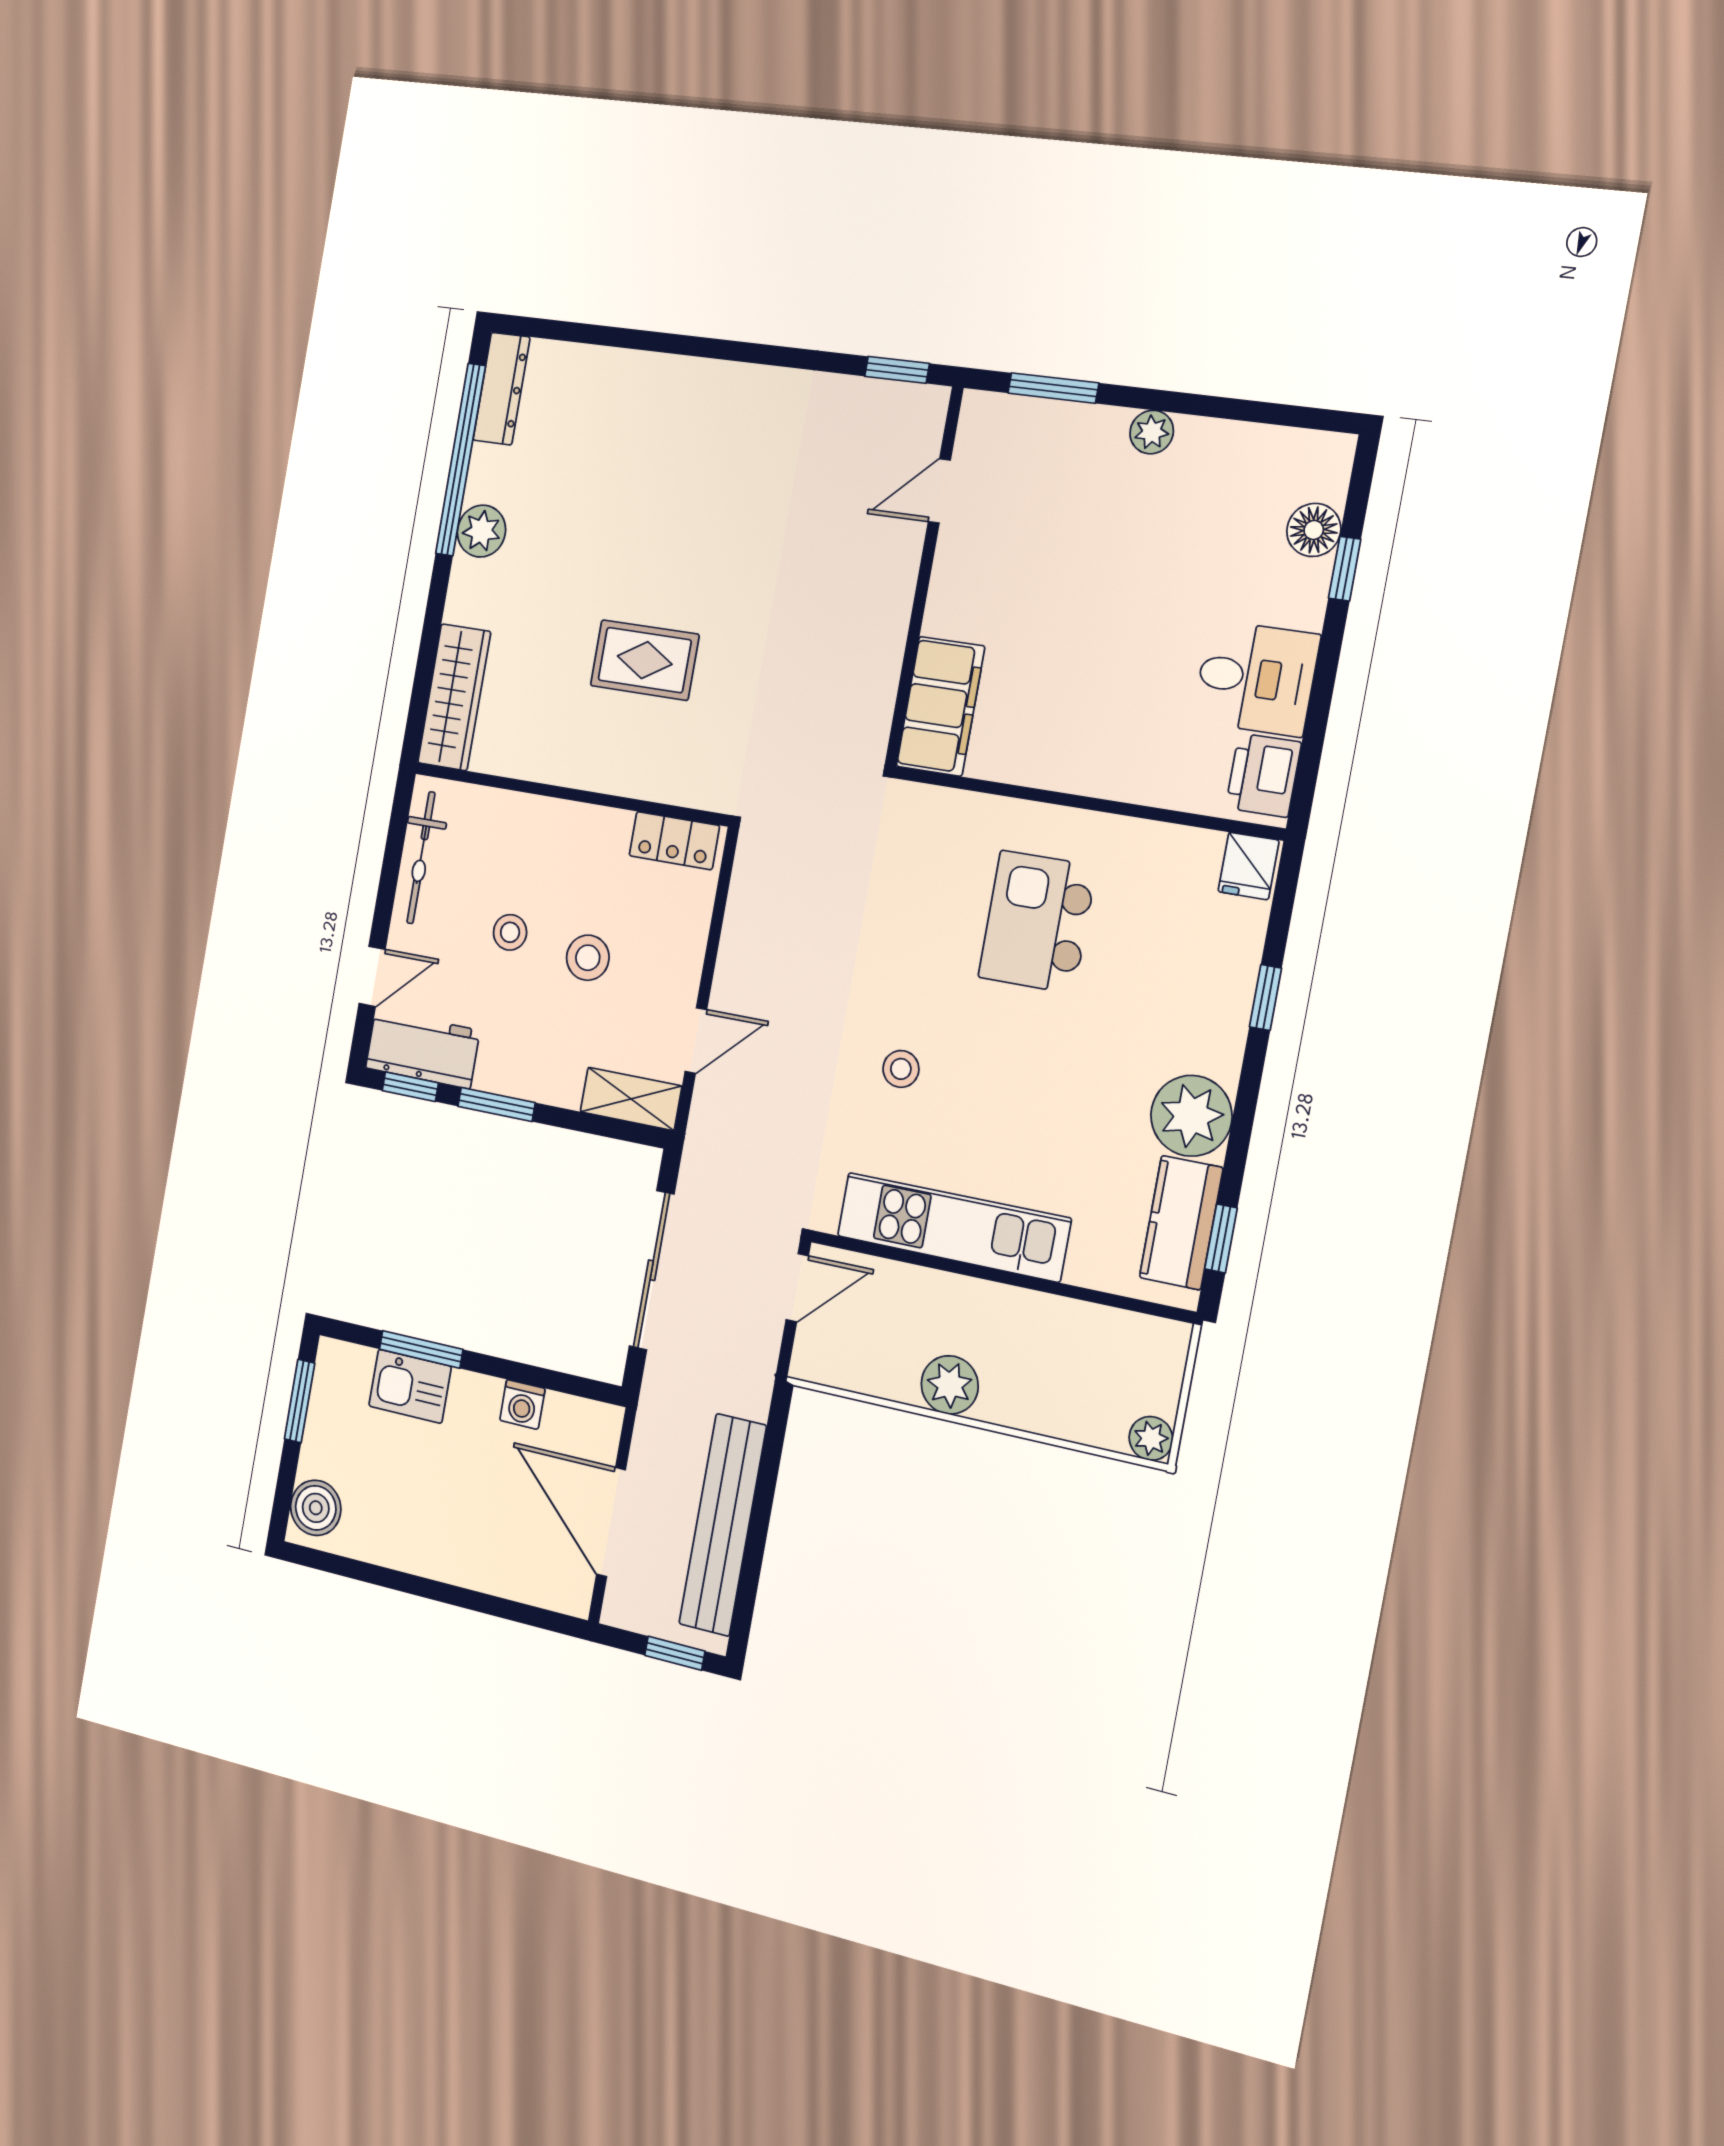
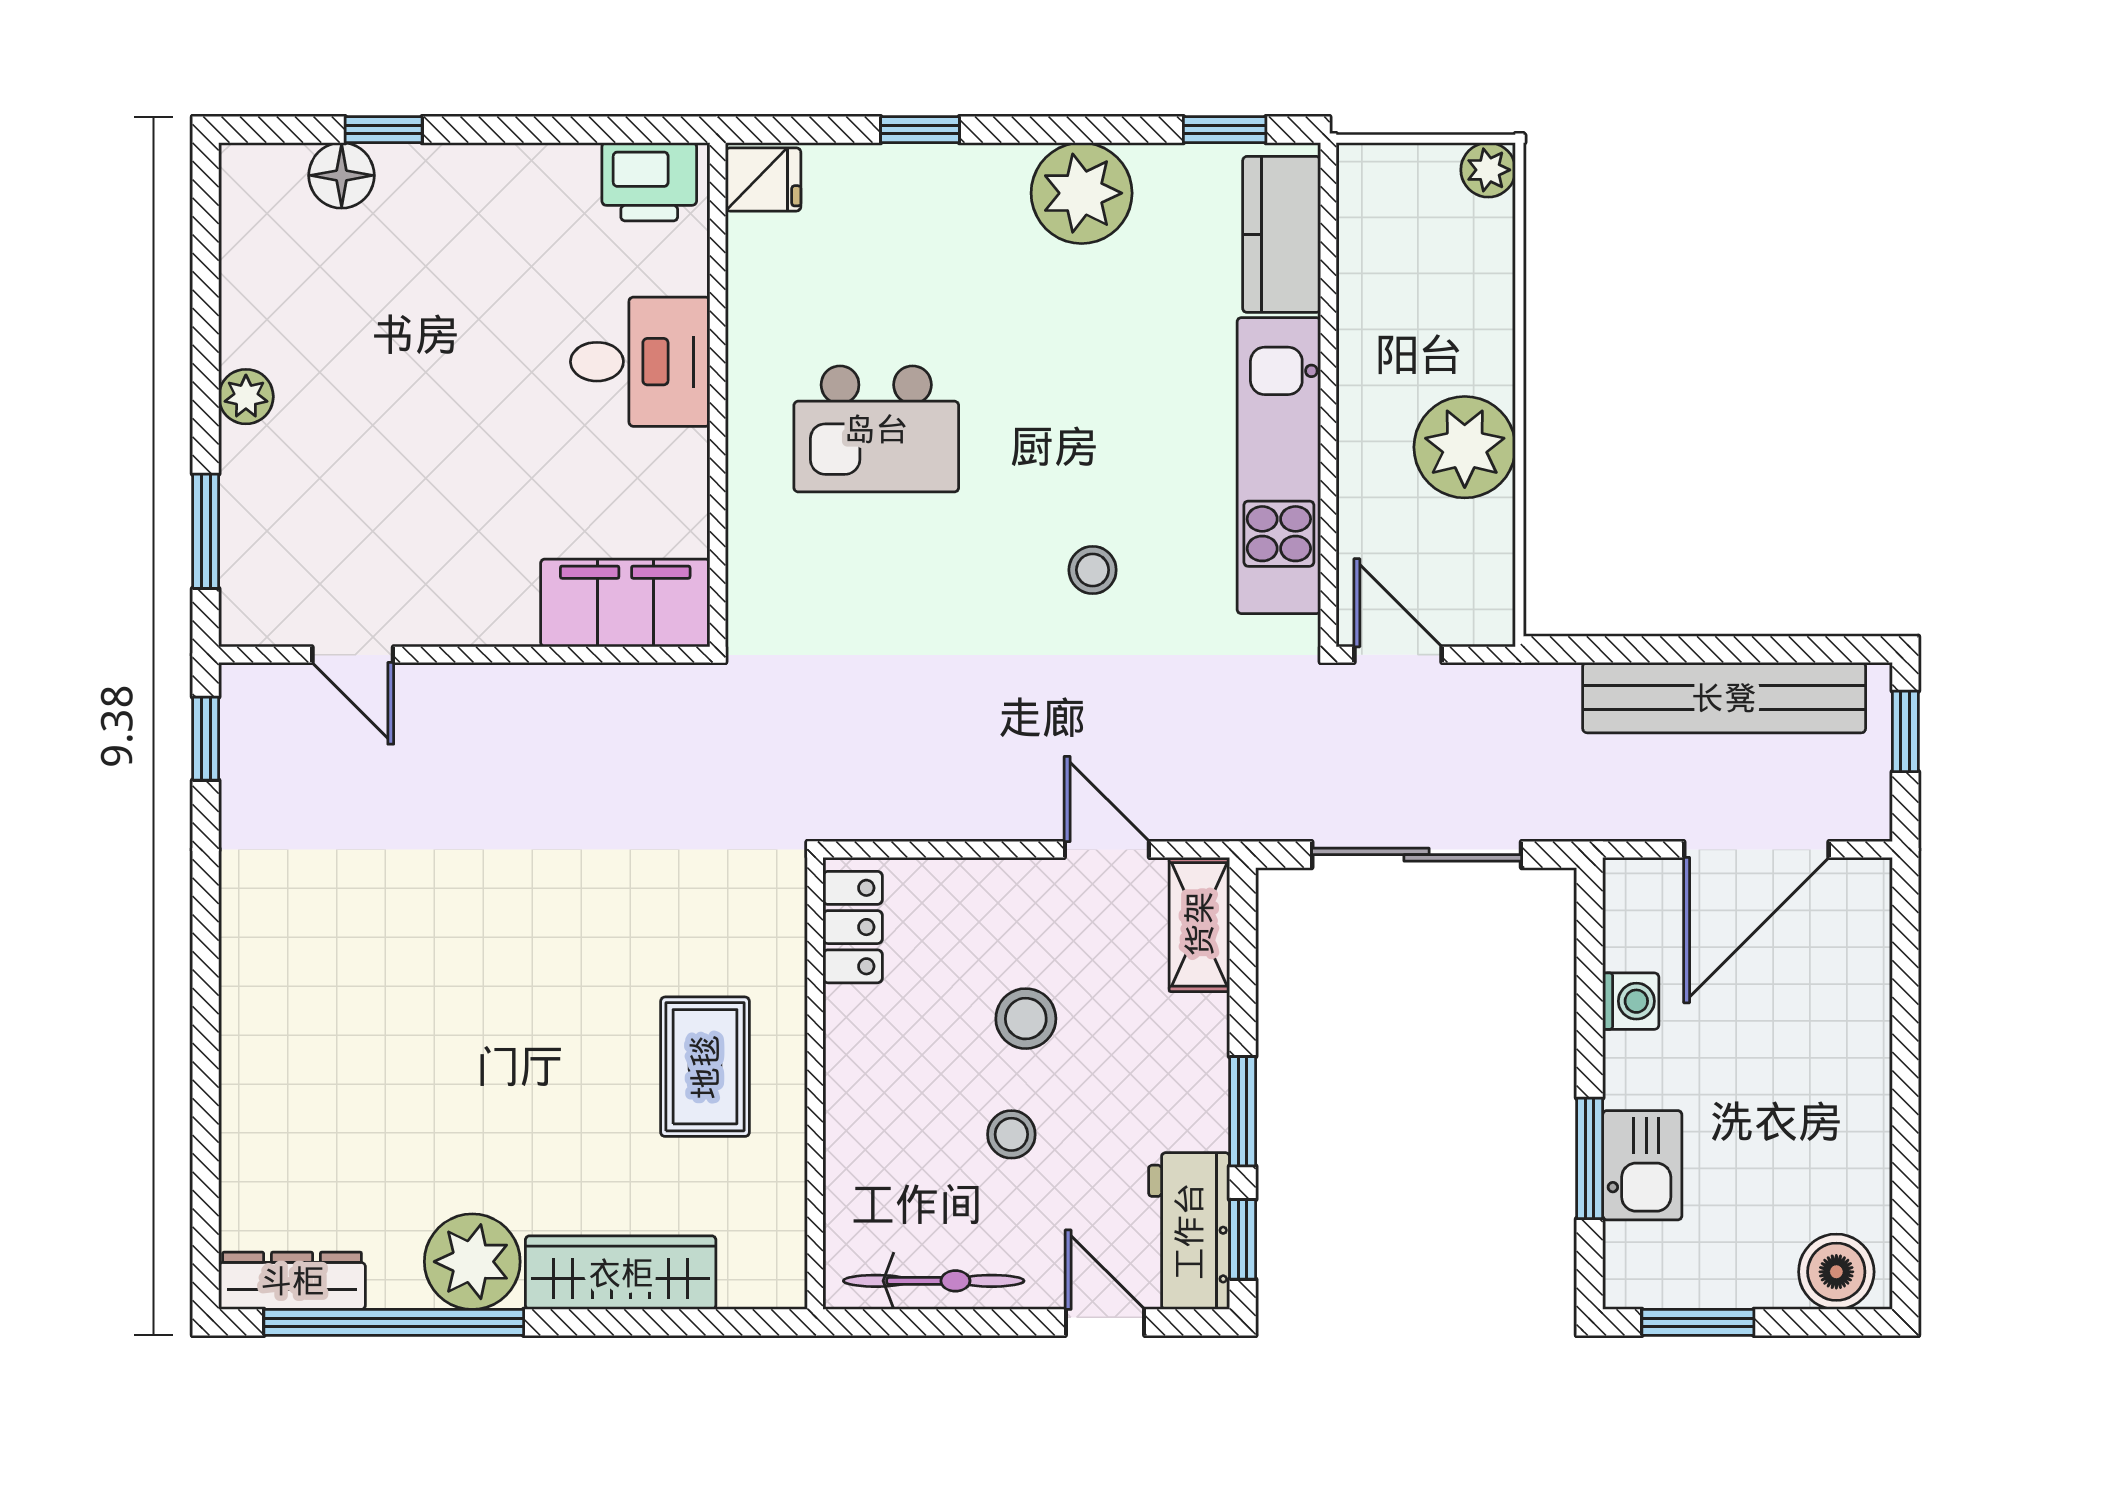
plant: (481, 531) -> (472, 1262), width x1.36, depth x1.36
rug: (645, 660) -> (705, 1067), moved
desk: (1256, 678) -> (640, 362), moved, turned 90
wardrobe: (454, 697) -> (621, 1273), moved
kitchen counter: (1181, 1223) -> (1282, 234), moved, turned 90
plant: (950, 1385) -> (1465, 447), width x1.36, depth x1.36

